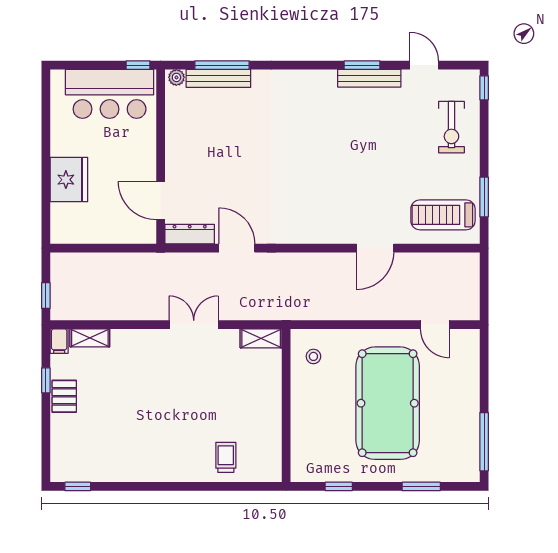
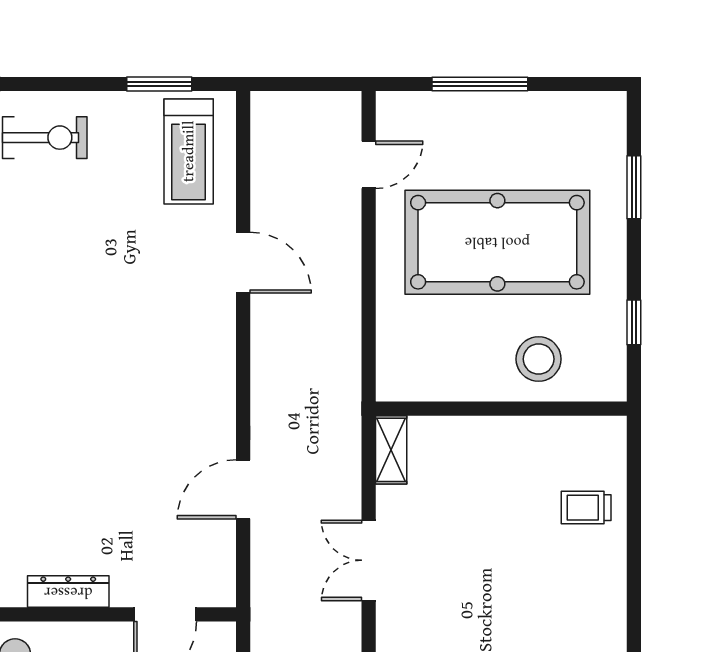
dresser: (190, 234) -> (68, 592), moved, turned 90
stool: (313, 356) -> (539, 359), moved, width x1.89, depth x1.89
window: (484, 442) -> (480, 84), moved

